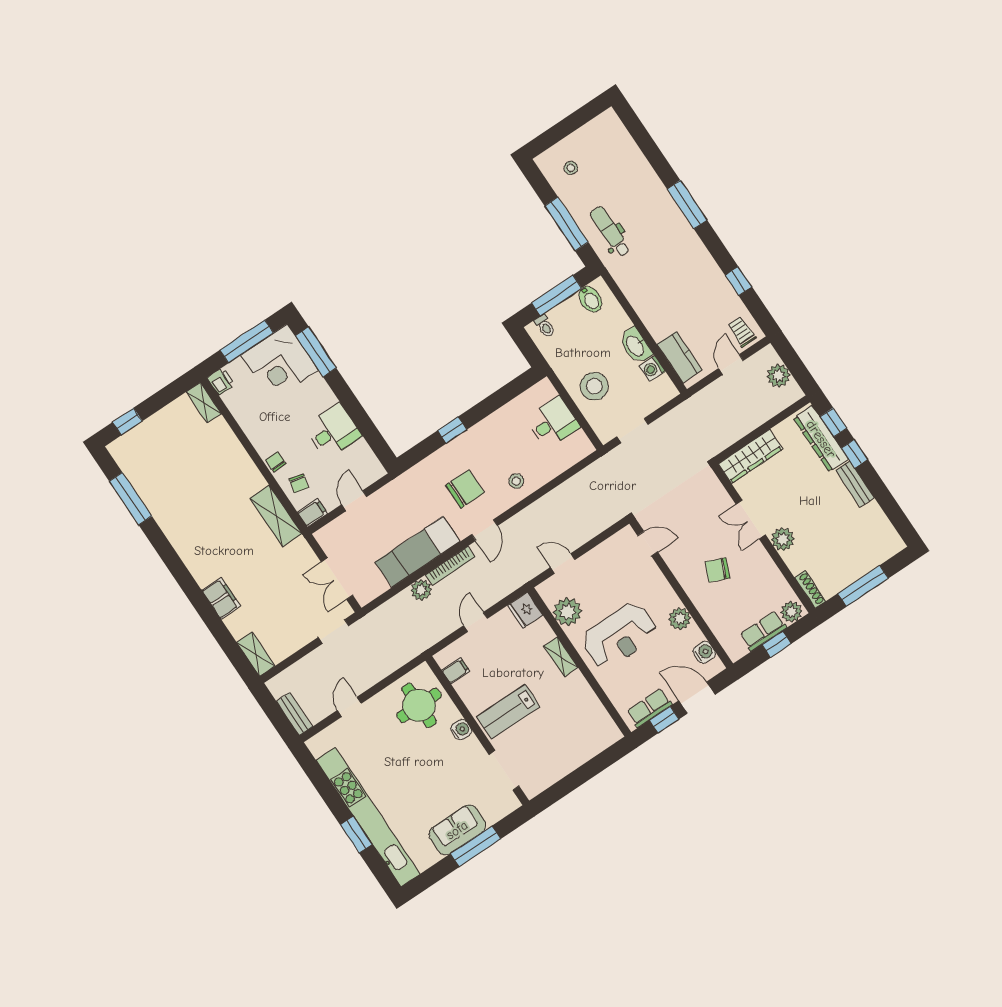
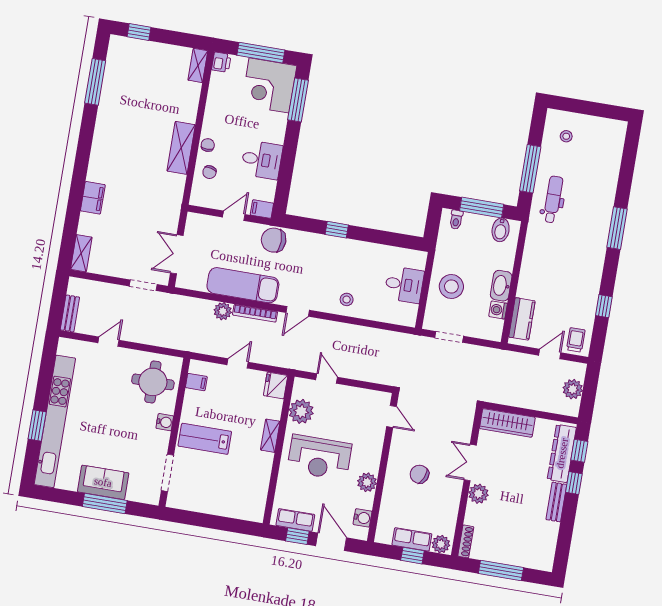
chair: (465, 489) -> (274, 240), moved, turned 180
filing cabinet: (312, 513) -> (262, 209), moved, turned 180
shelving: (276, 516) -> (181, 148), moved

